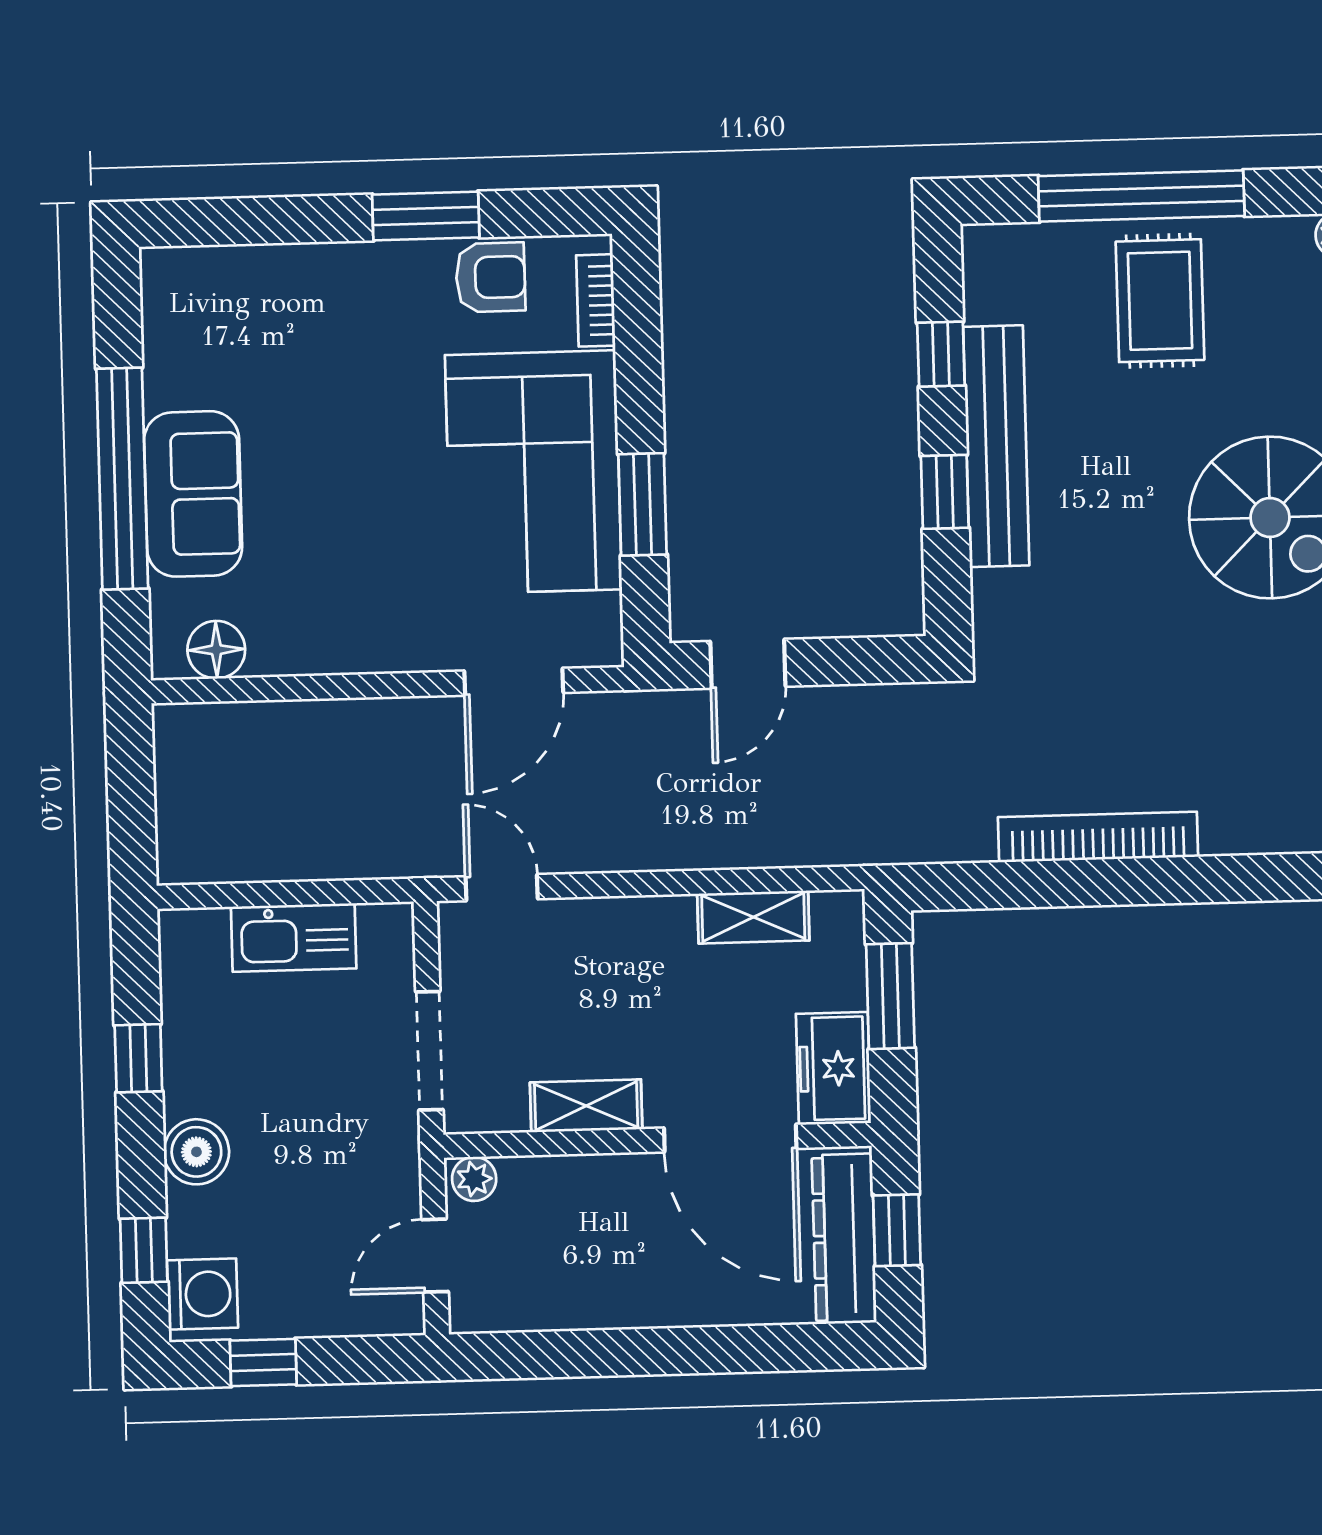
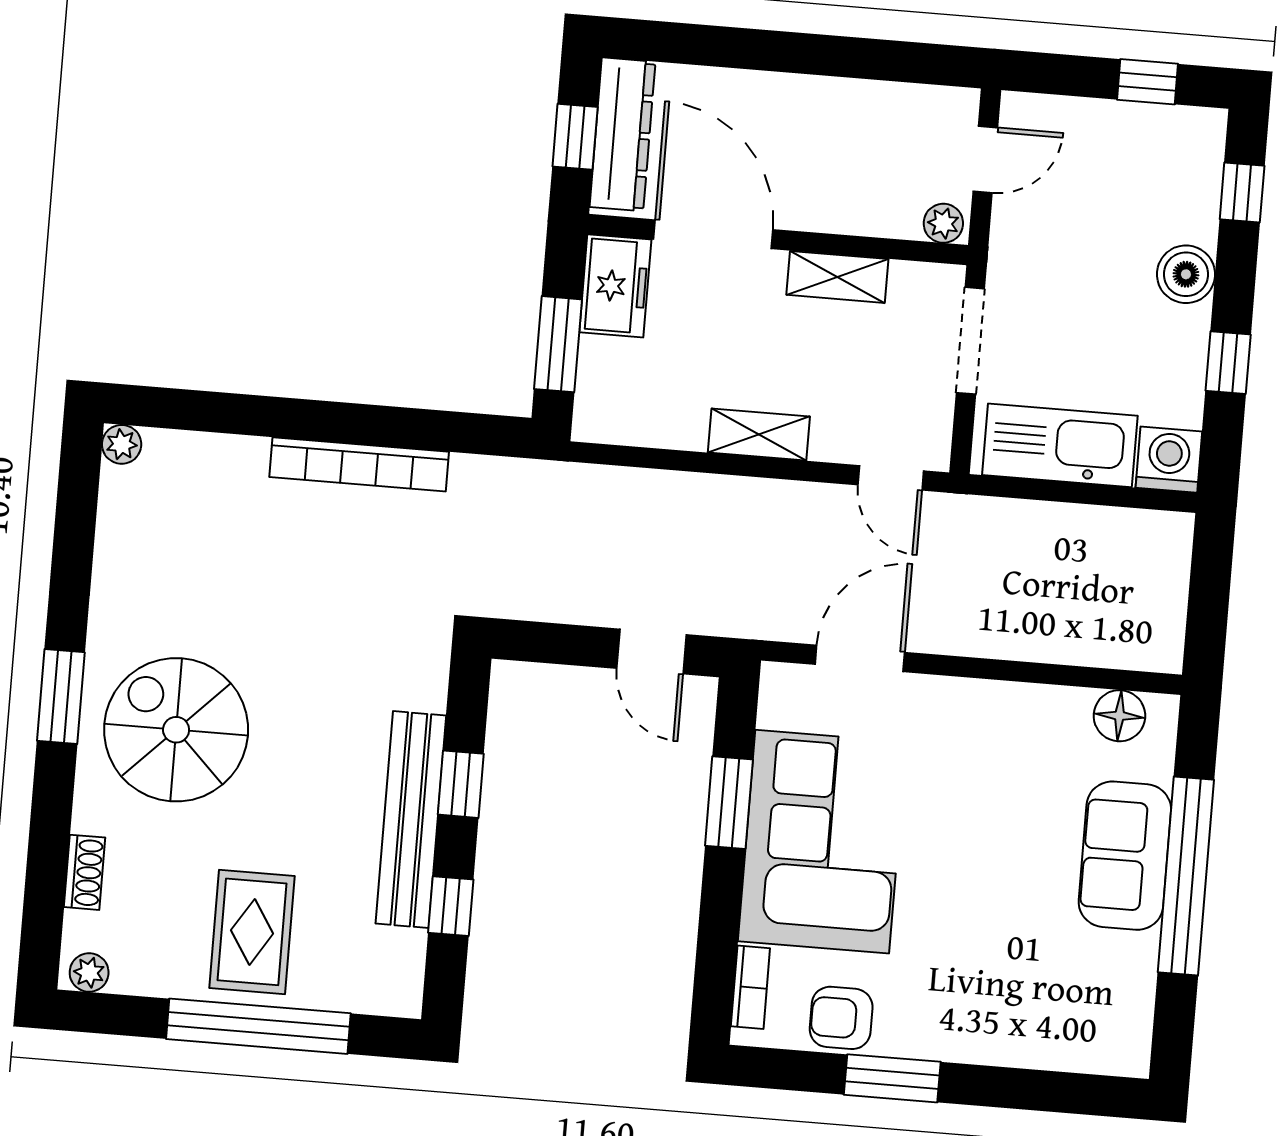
door: (748, 664) -> (651, 651), swing flipped
shelving: (753, 917) -> (759, 435), moved
kitchen sink: (294, 938) -> (1060, 445), width x1.36, depth x1.24
washing machine: (202, 1294) -> (1169, 460), moved, turned 90

